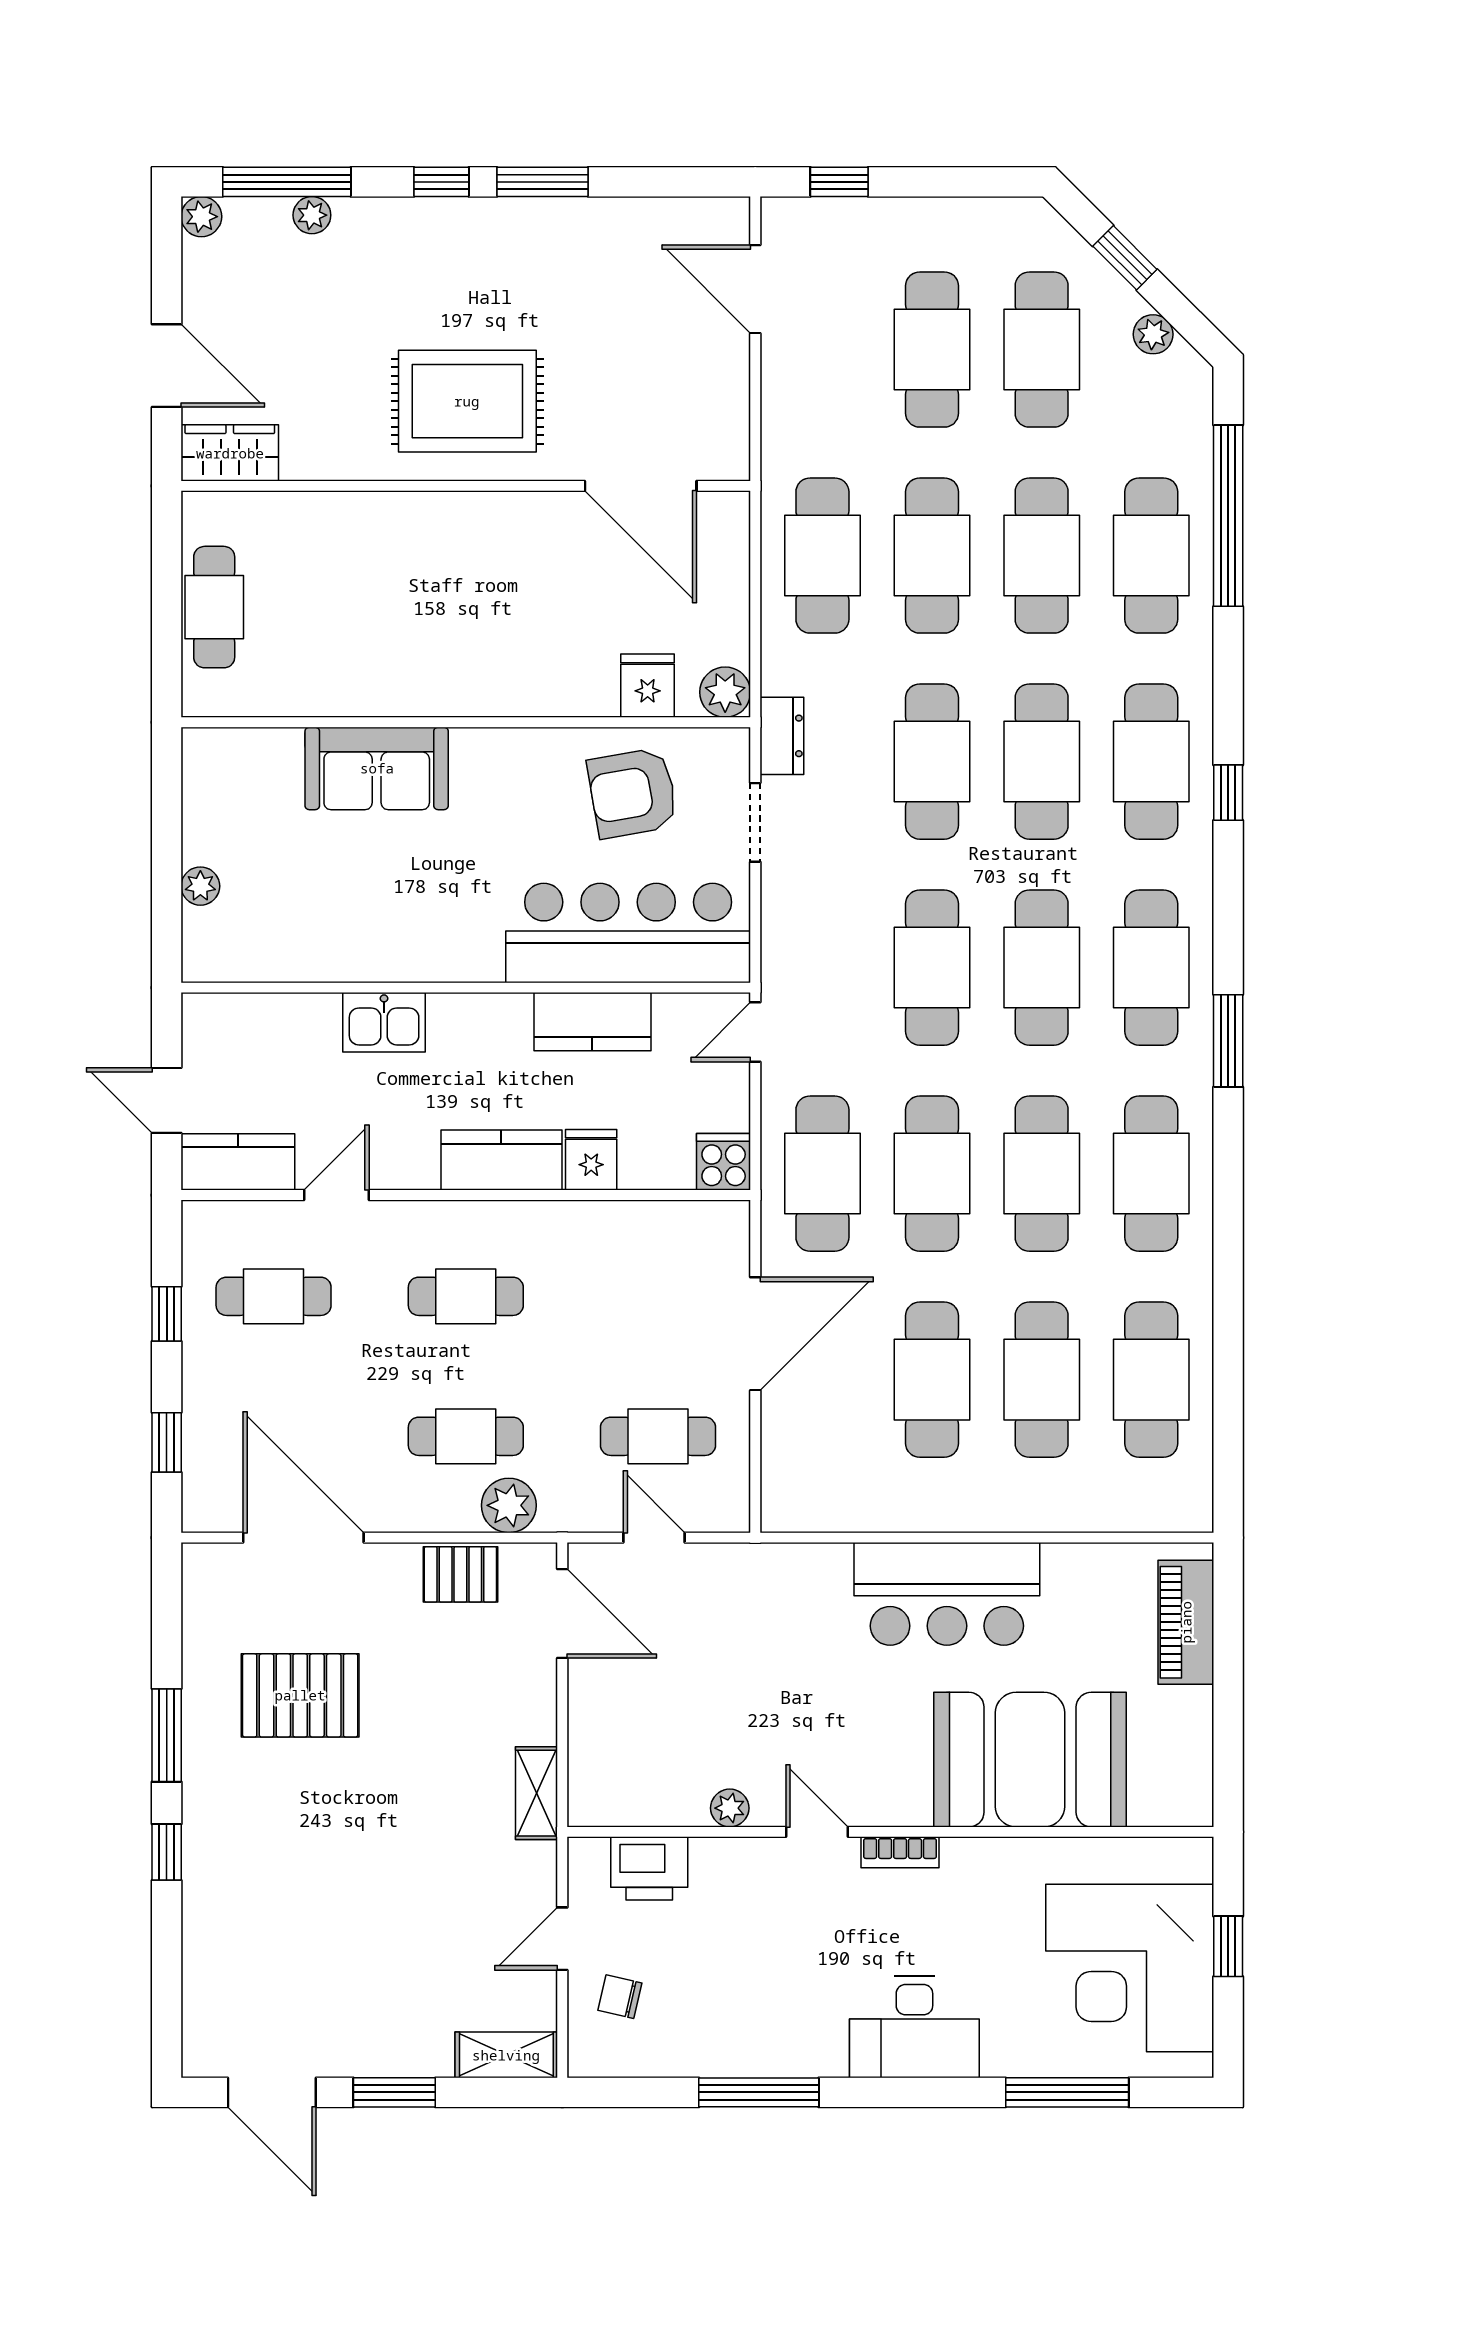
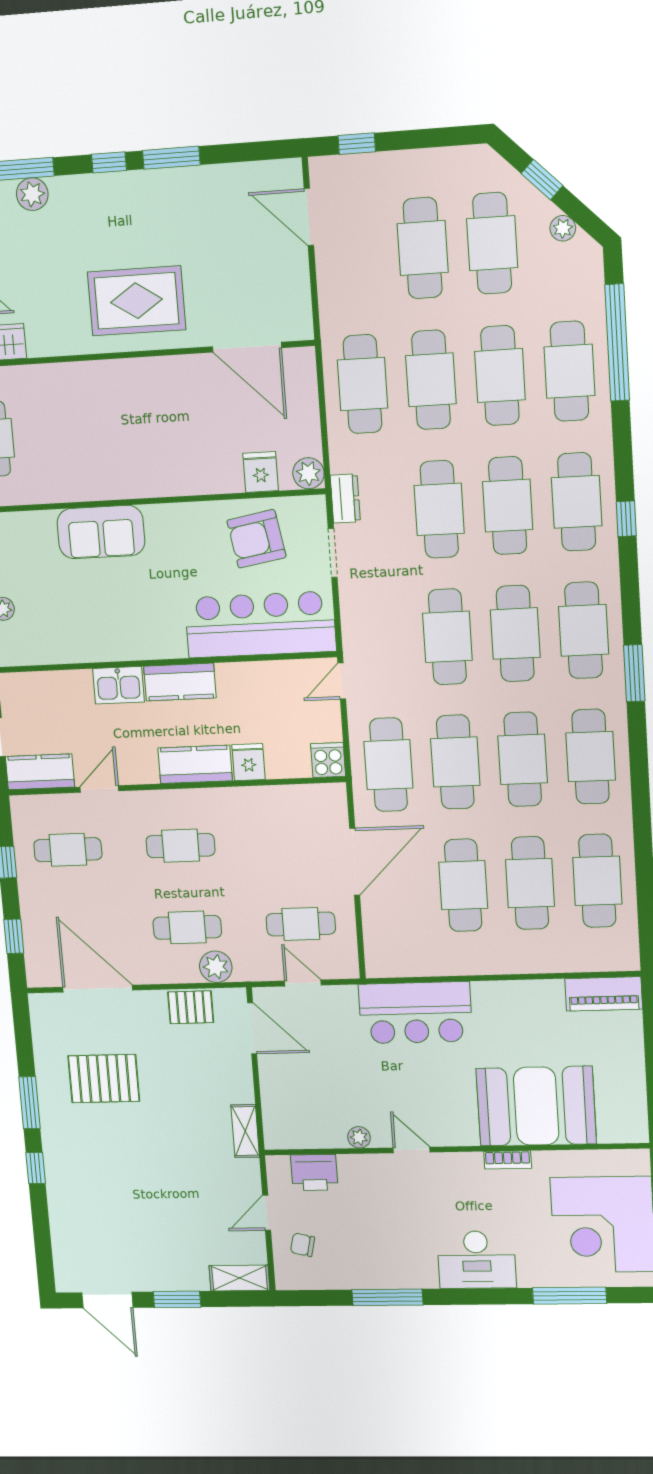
plant: (312, 215) -> (32, 194), width x1.38, depth x1.38
kitchen counter: (592, 1022) -> (180, 682), moved
bar counter: (947, 1594) -> (415, 1013), moved
piano: (1186, 1622) -> (604, 994), moved, turned -90
bookcase: (900, 1852) -> (508, 1160), moved

